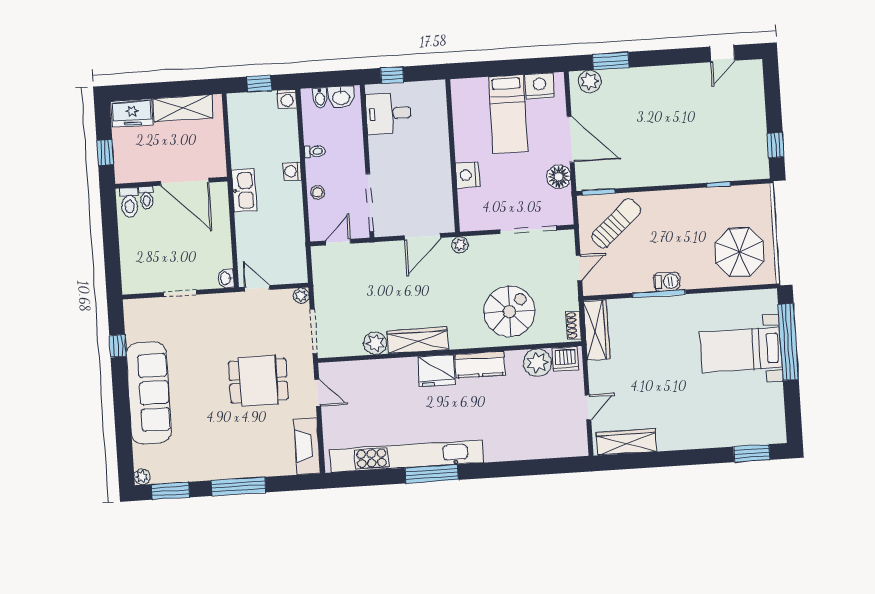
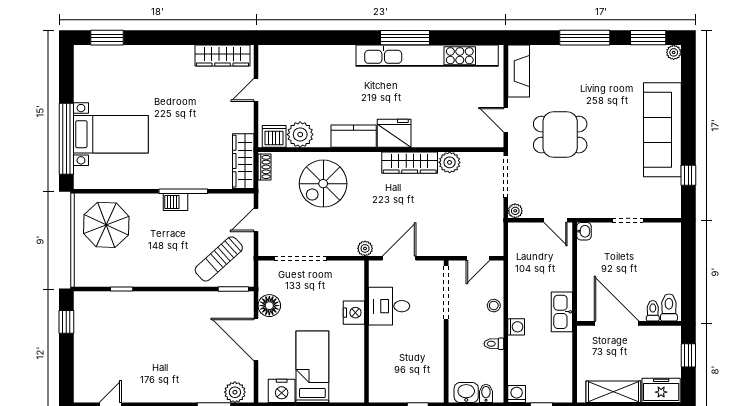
desk: (388, 113) -> (389, 306), moved, turned 180

